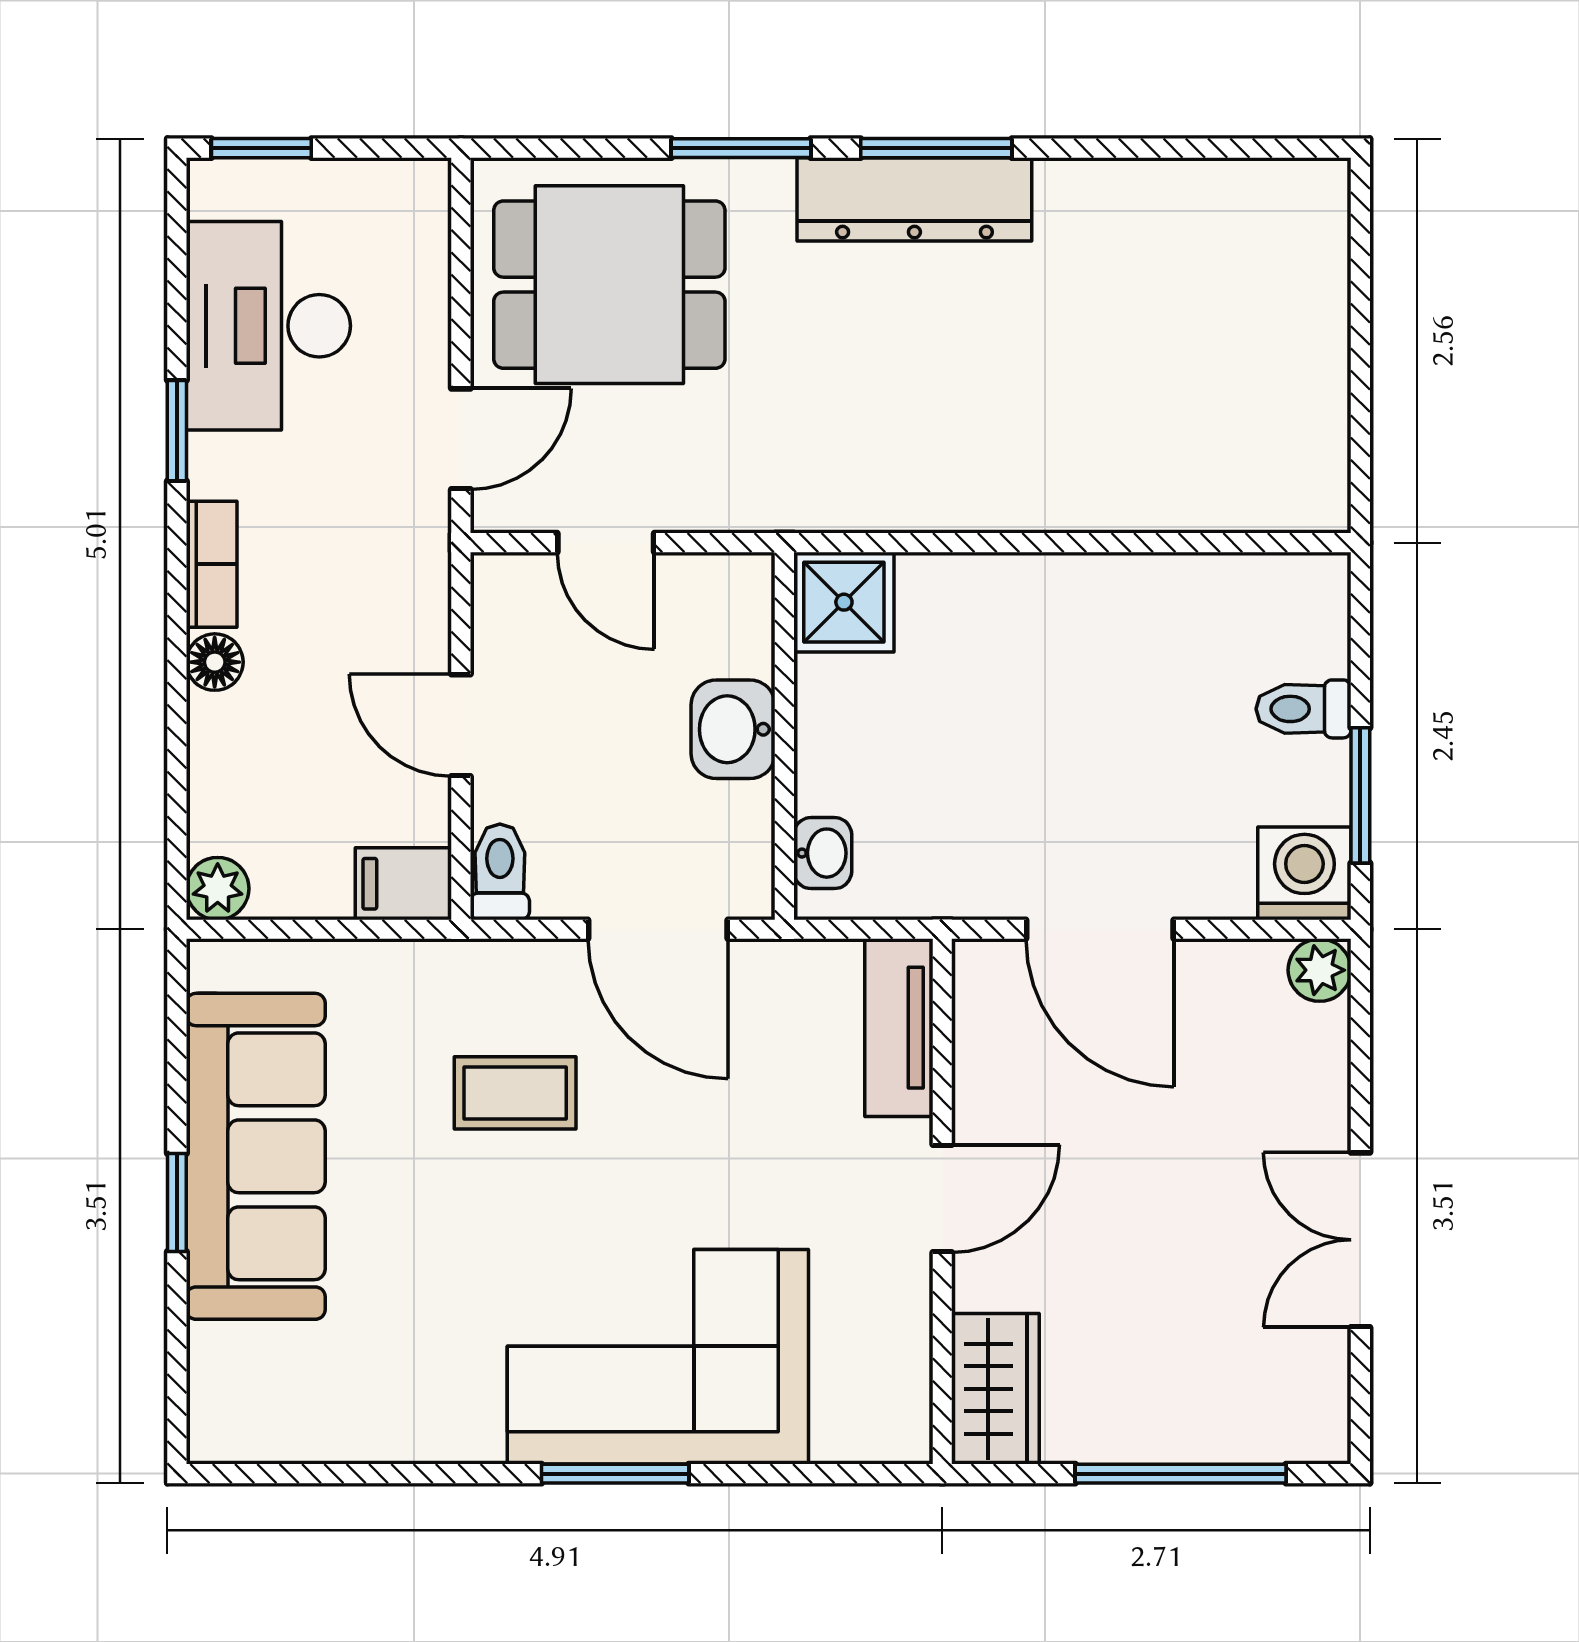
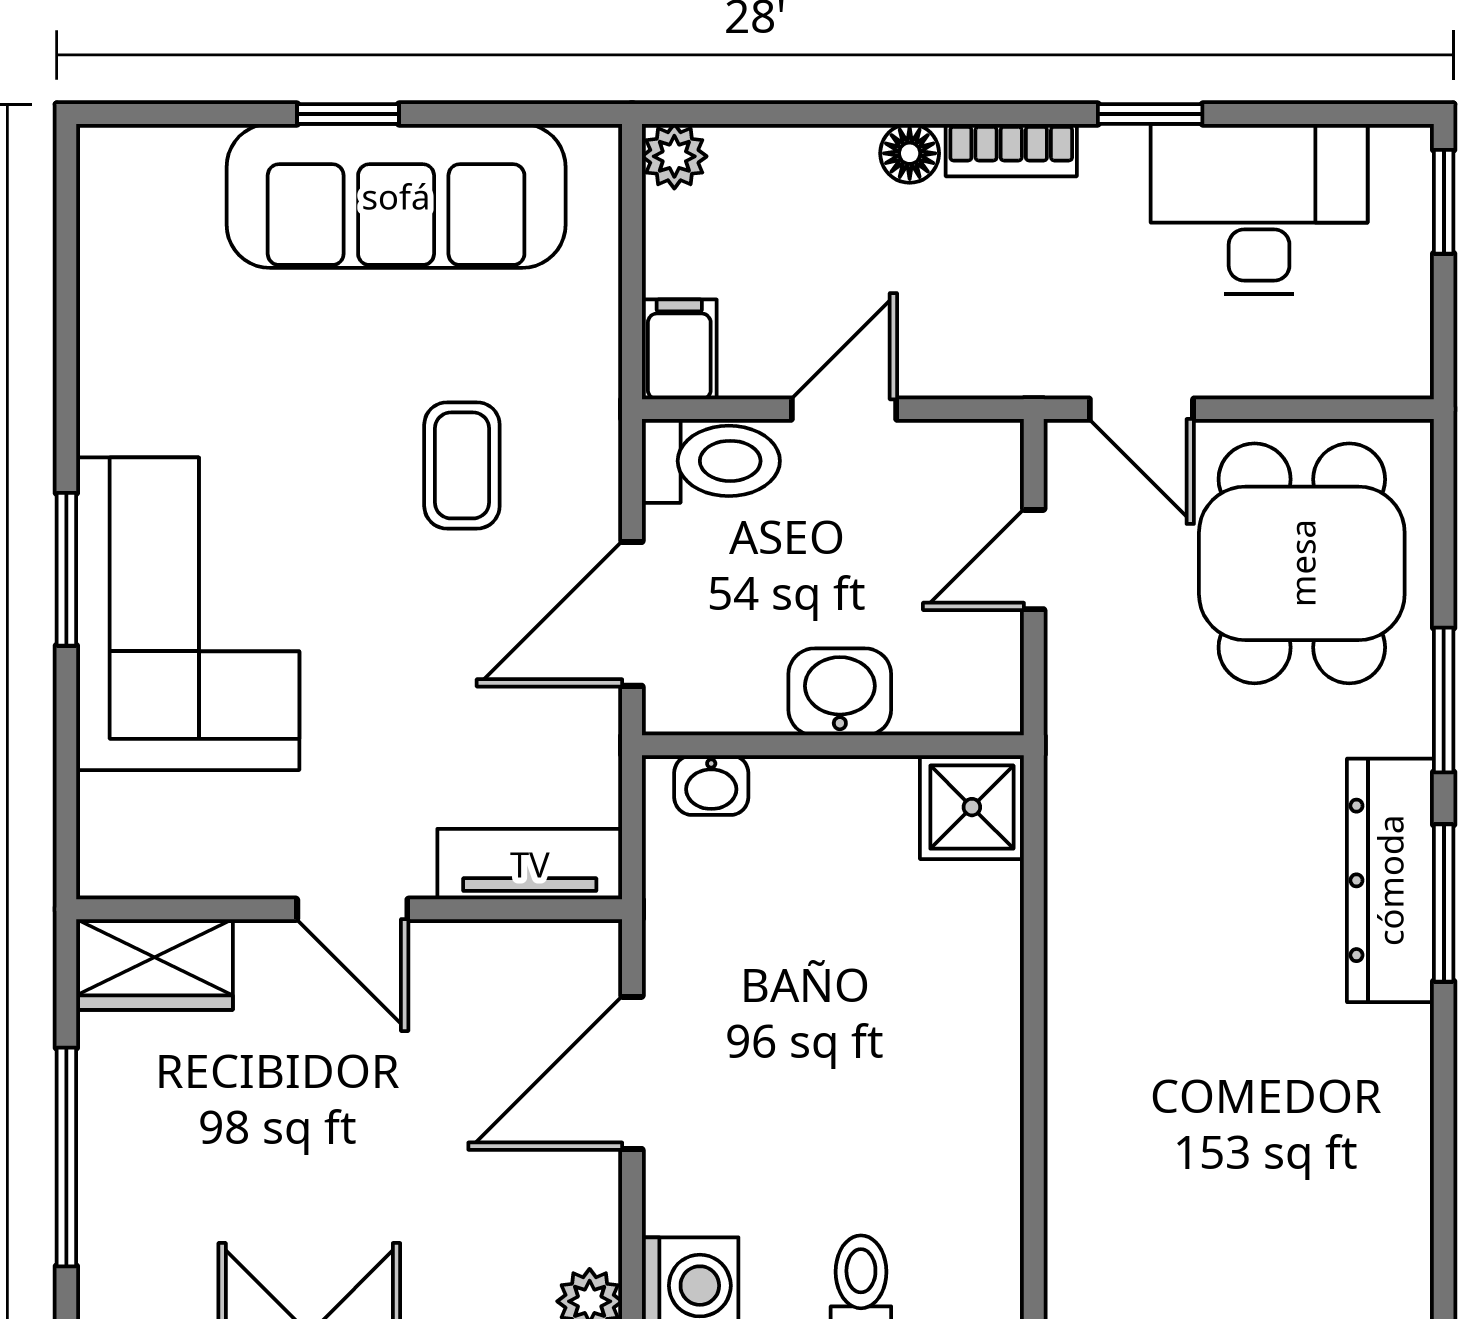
toilet: (500, 872) -> (711, 461), width x1.37, depth x1.39

